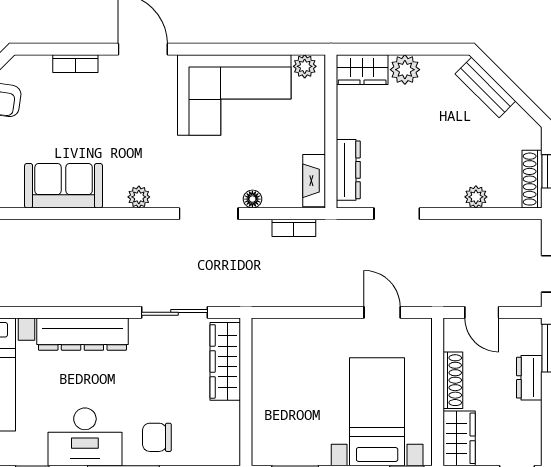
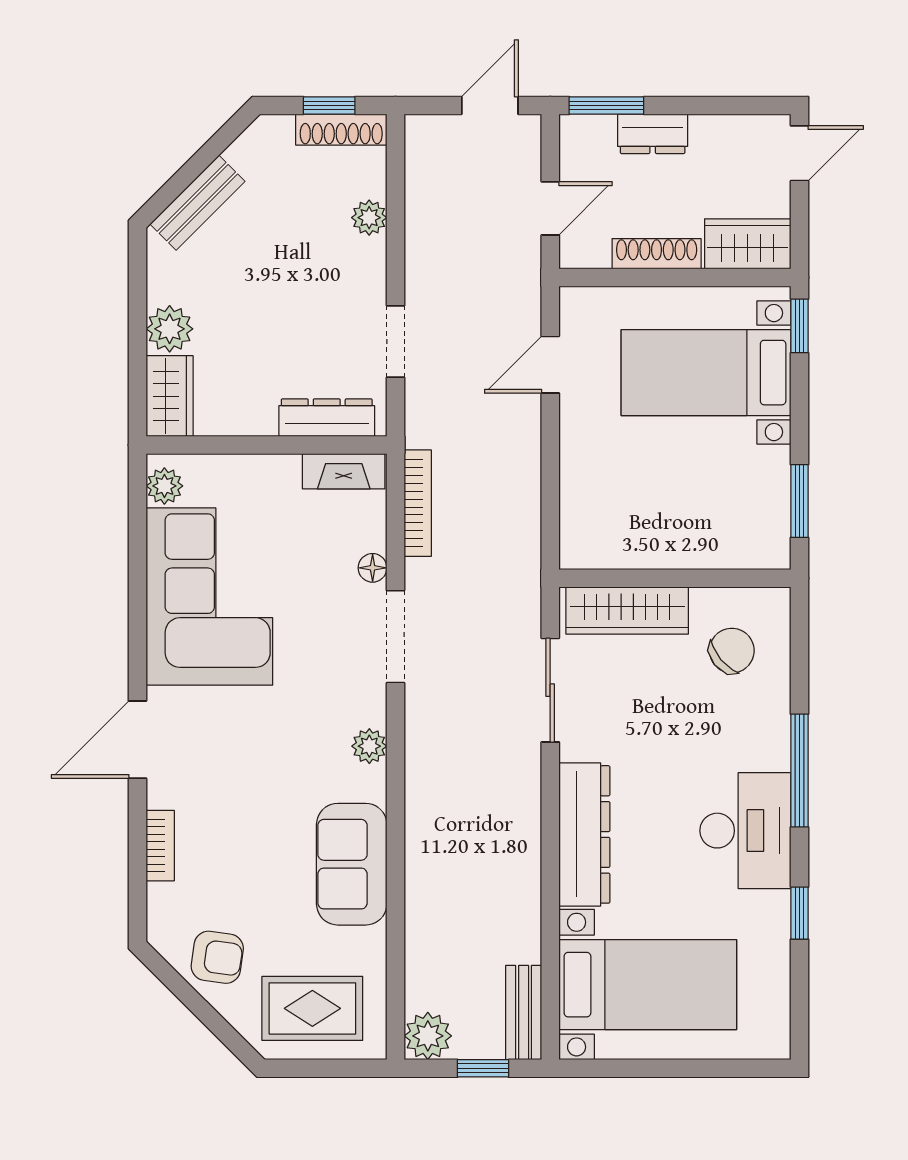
bookcase: (294, 228) -> (418, 503), width x1.56
chair: (157, 437) -> (732, 651), moved, turned -130

